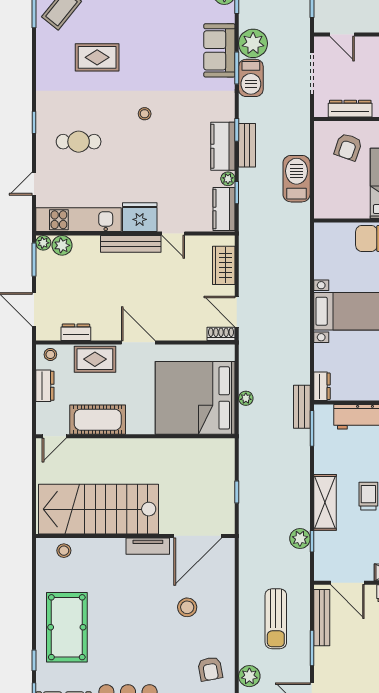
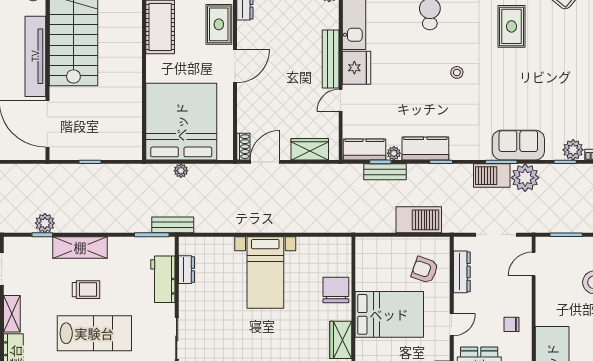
bench: (247, 145) -> (385, 172), moved
barbecue: (297, 179) -> (419, 220), moved
dresser: (322, 386) -> (186, 270), moved, turned -90
tv unit: (148, 546) -> (35, 56), width x1.92, depth x1.29

